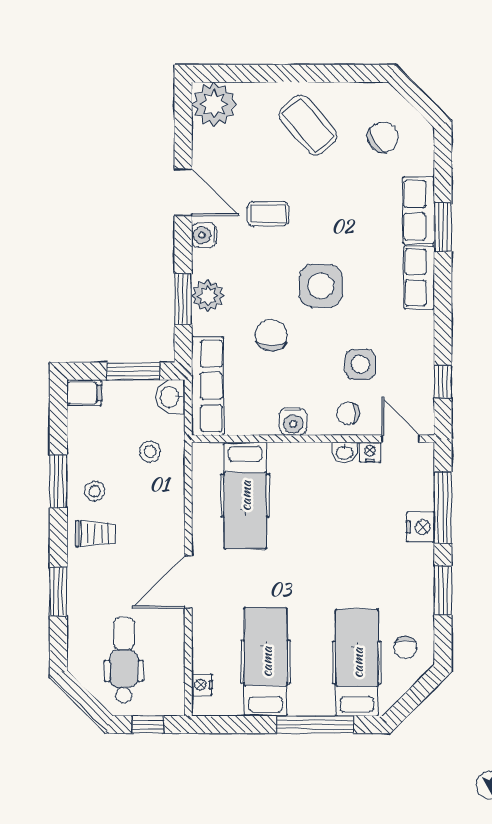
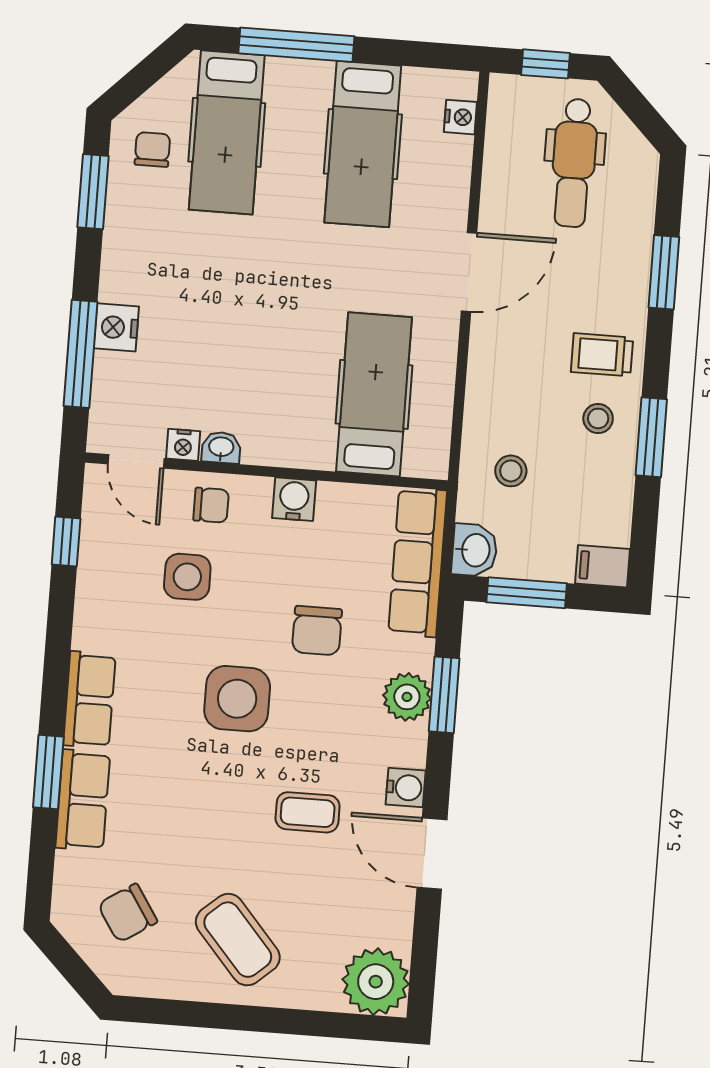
window: (443, 590) -> (93, 192), moved

